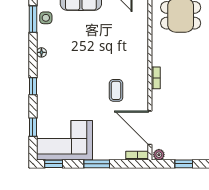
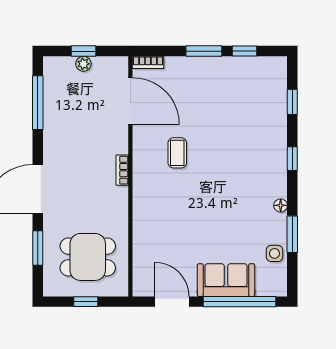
window: (33, 19) -> (292, 234), moved
corner sofa: (64, 140) -> (249, 84), removed
plant: (159, 155) -> (83, 64), moved
window: (54, 164) -> (245, 51), moved

